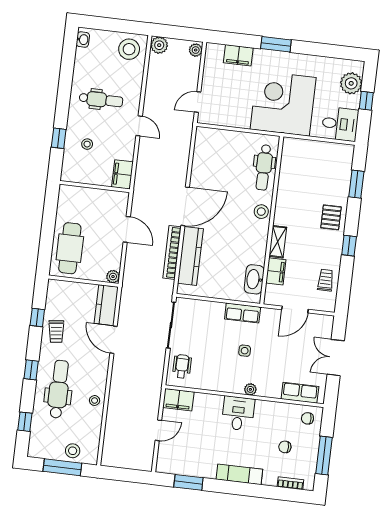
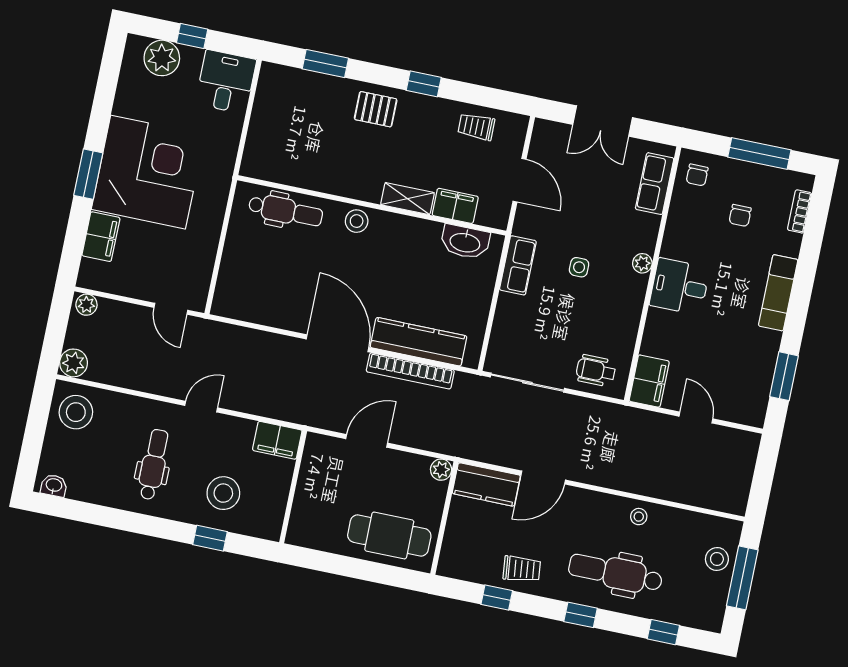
corner desk: (283, 103) -> (148, 172), moved, turned 180
stool: (87, 144) -> (223, 493), width x1.89, depth x1.89

